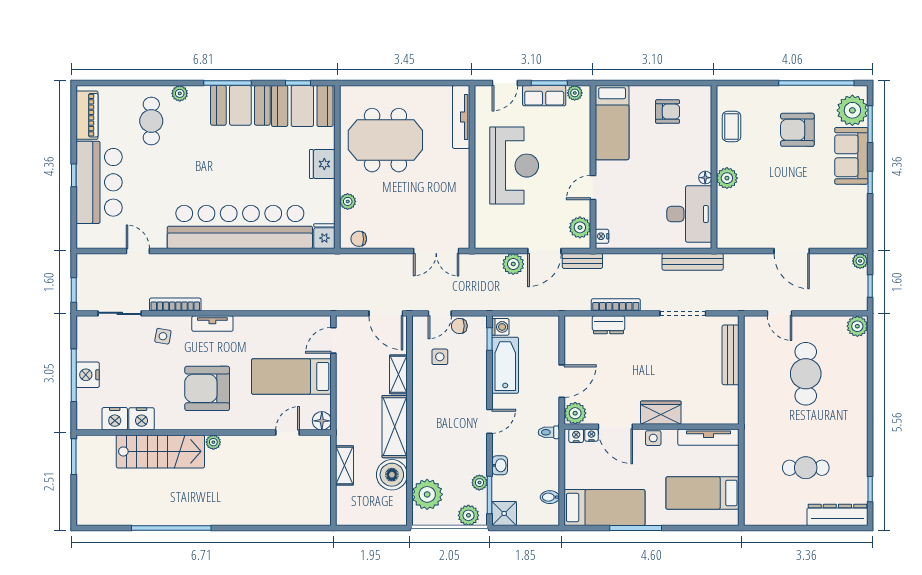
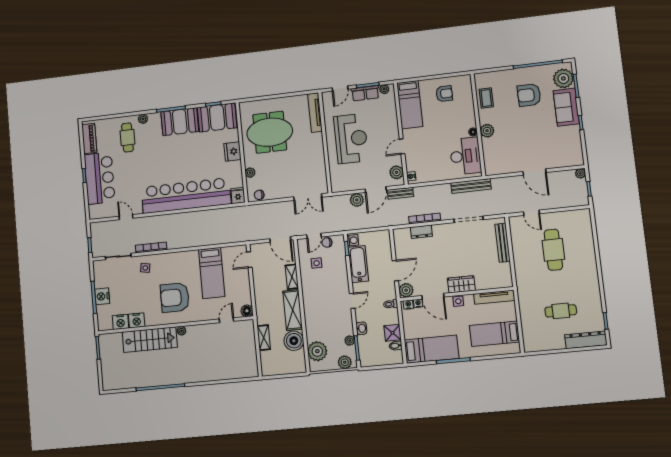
tv unit: (212, 324) -> (175, 257), removed
plant: (857, 326) -> (584, 216), removed
bed: (291, 376) -> (212, 273), moved, turned -90
shower: (504, 514) -> (393, 333), moved

